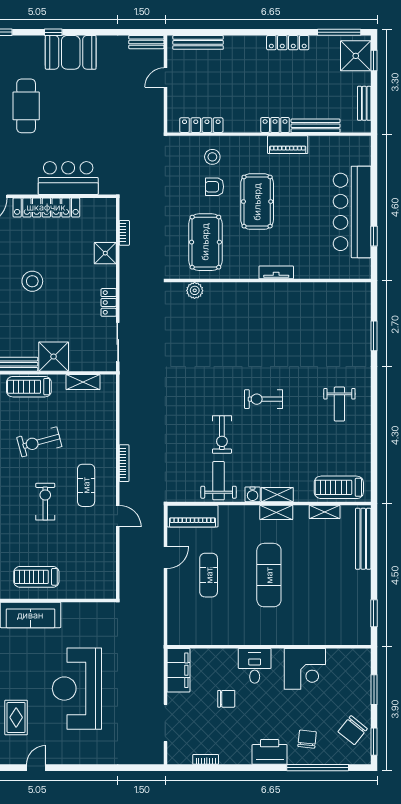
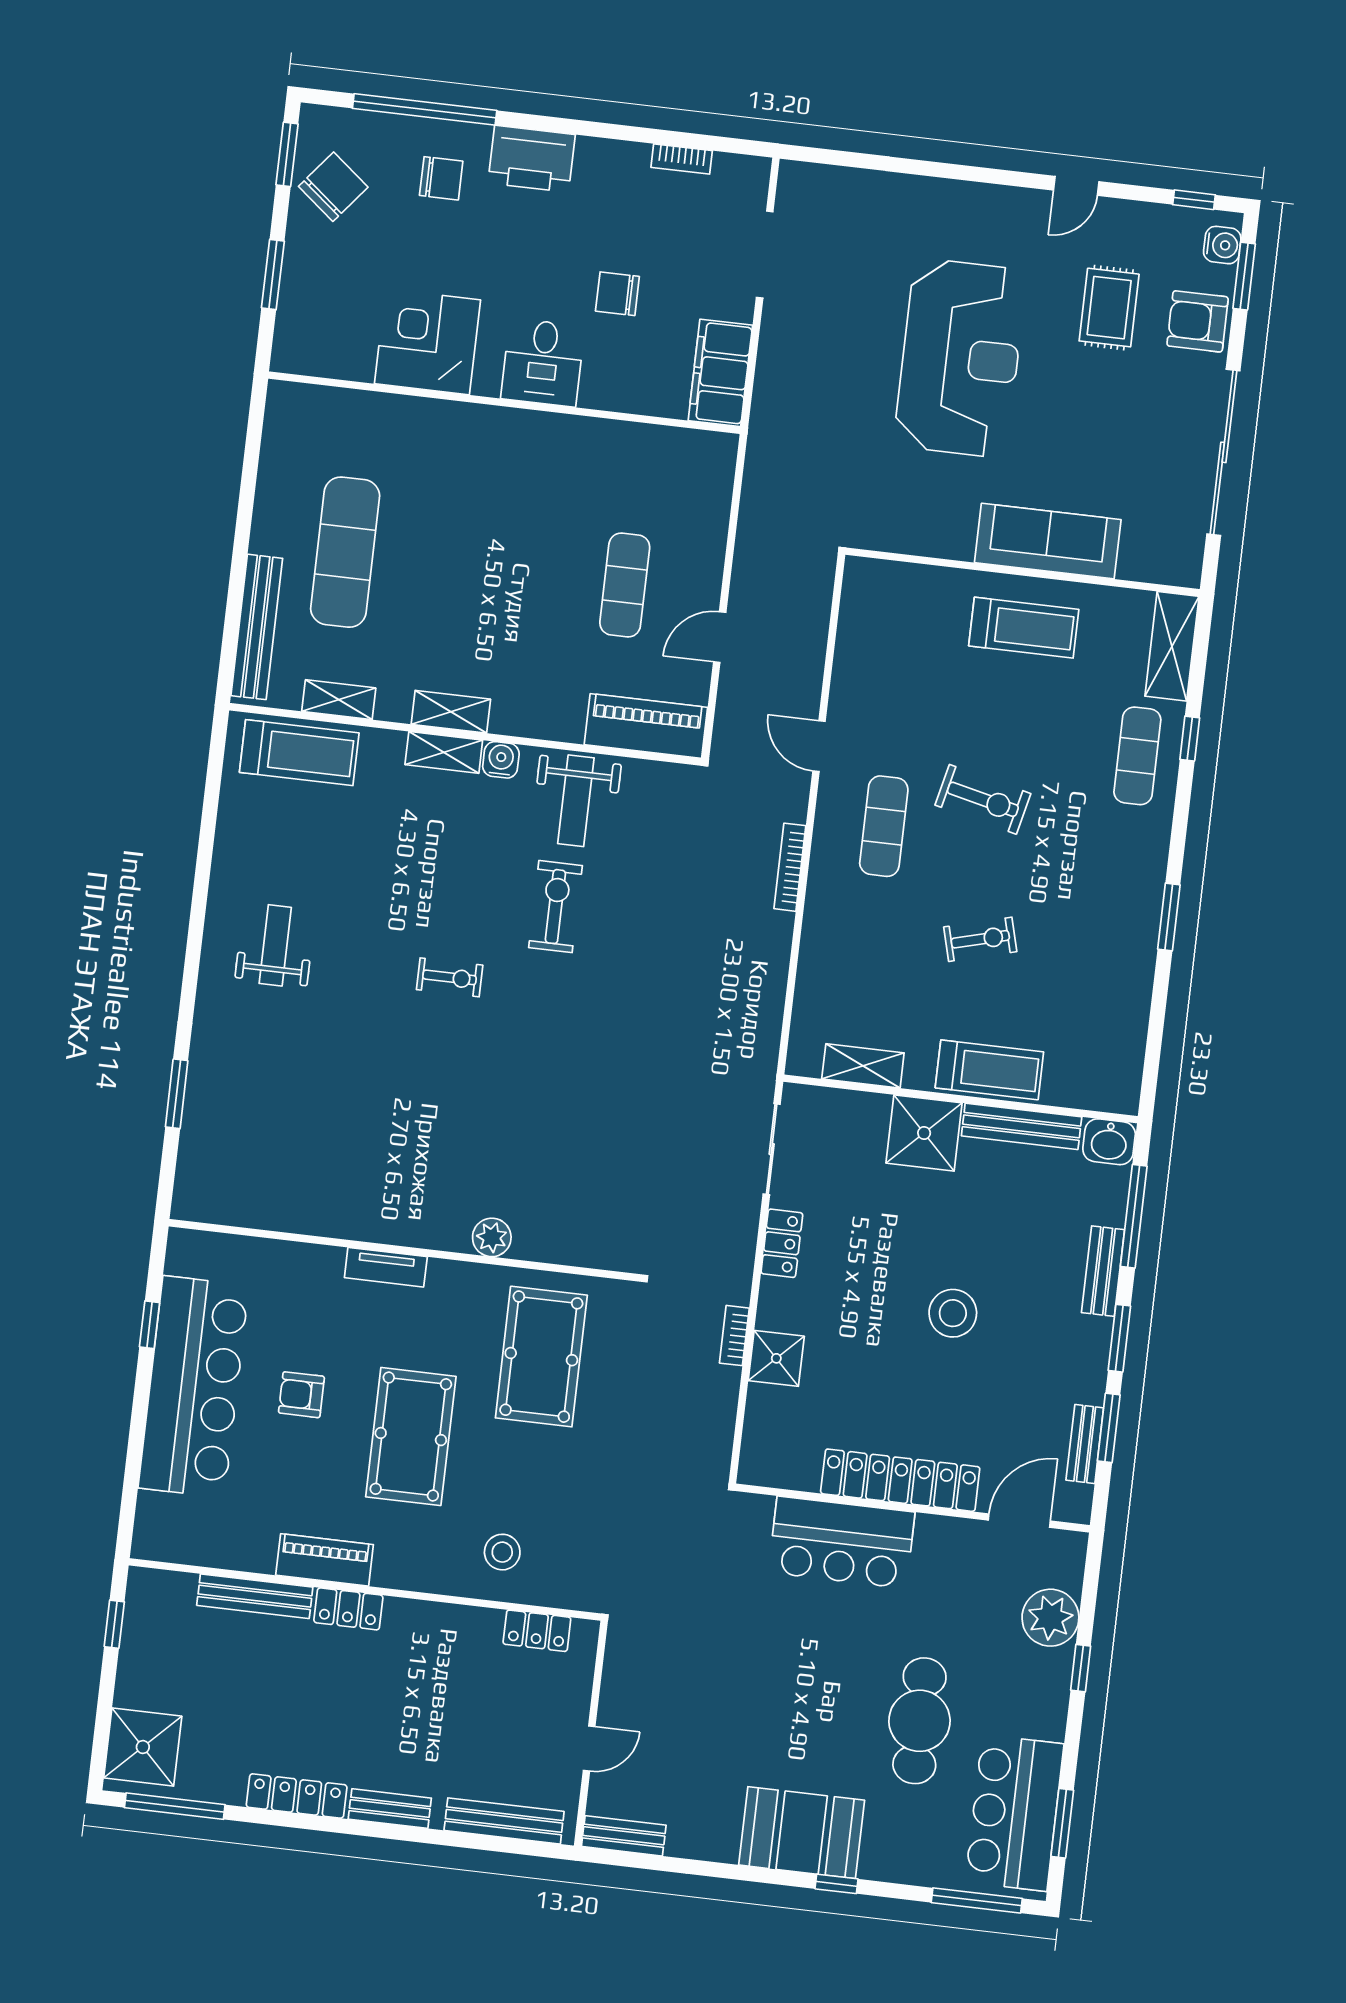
window: (374, 61) -> (114, 1624), moved
bench: (364, 103) -> (390, 1809), moved, turned 90
locker: (201, 125) -> (537, 1631), width x0.66
armchair: (215, 187) -> (301, 1395), moved, turned 180
bookcase: (124, 233) -> (734, 1336), moved
plant: (195, 290) -> (492, 1237), moved
exercise bike: (264, 399) -> (450, 977), width x0.73, depth x0.72
exercise bike: (39, 442) -> (980, 939), width x0.73, depth x0.72
exercise bike: (45, 502) -> (983, 799), turned -77
exercise mat: (269, 575) -> (345, 552), moved
window: (374, 613) -> (252, 452), removed
chair: (307, 739) -> (441, 178), turned -96

